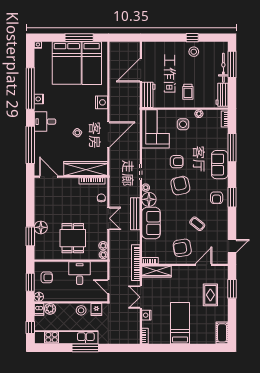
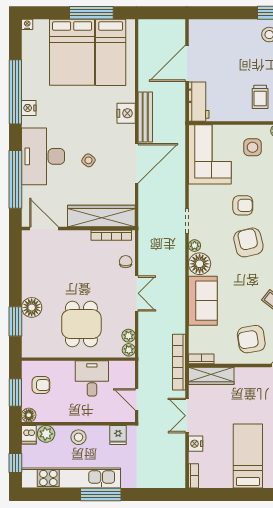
desk: (45, 122) -> (43, 156), width x1.87, depth x1.30
bench: (135, 214) -> (145, 117), moved
stool: (81, 310) -> (78, 437), moved

